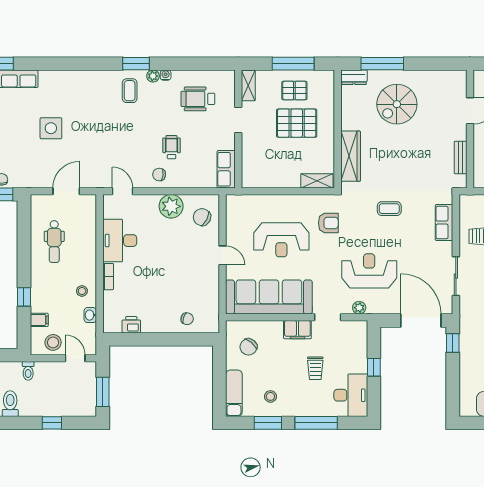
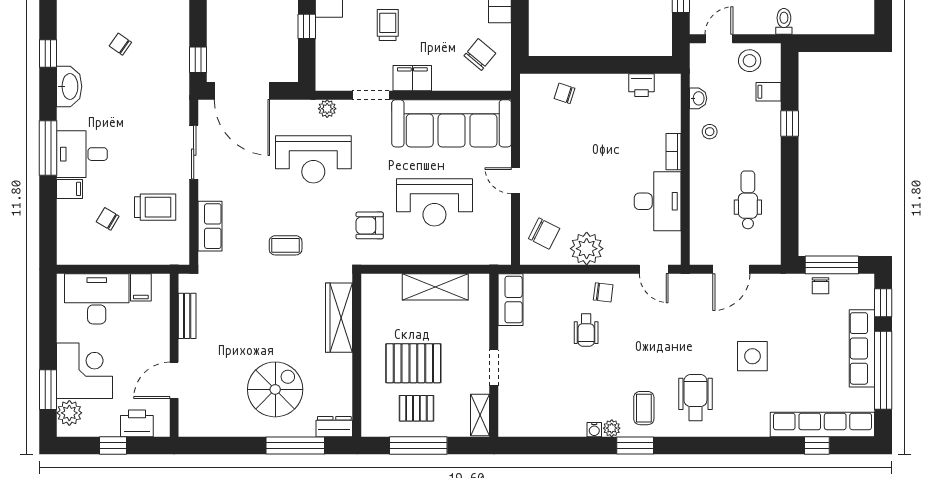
wheelchair: (198, 99) -> (695, 397), moved, turned -90
shelving: (317, 181) -> (435, 287), moved, width x1.50, depth x1.33
reception desk: (281, 240) -> (434, 202), turned 180
door: (75, 358) -> (719, 39), swing flipped

